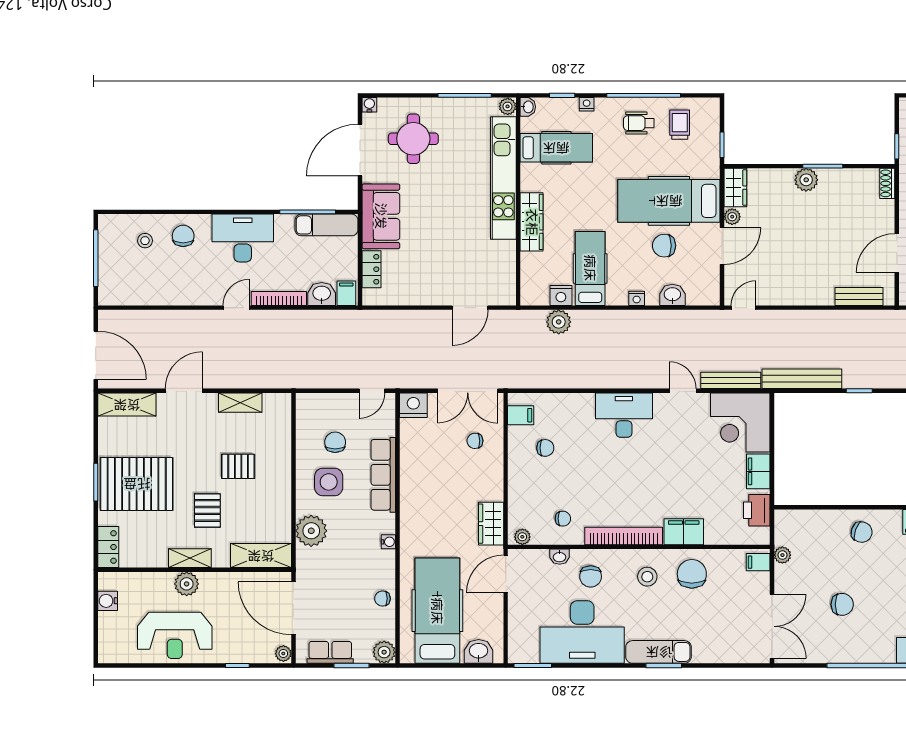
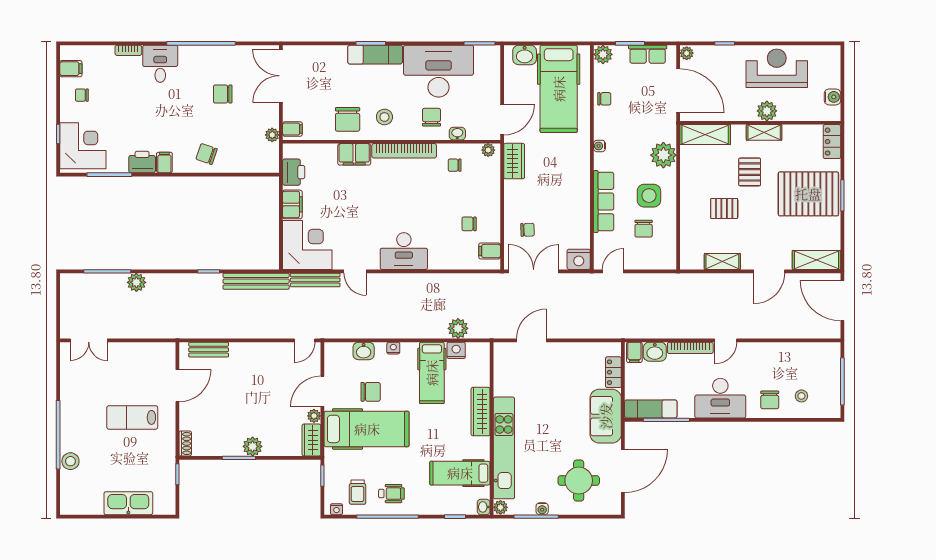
nightstand: (587, 104) -> (336, 509), moved
water cooler: (369, 105) -> (542, 509), moved

